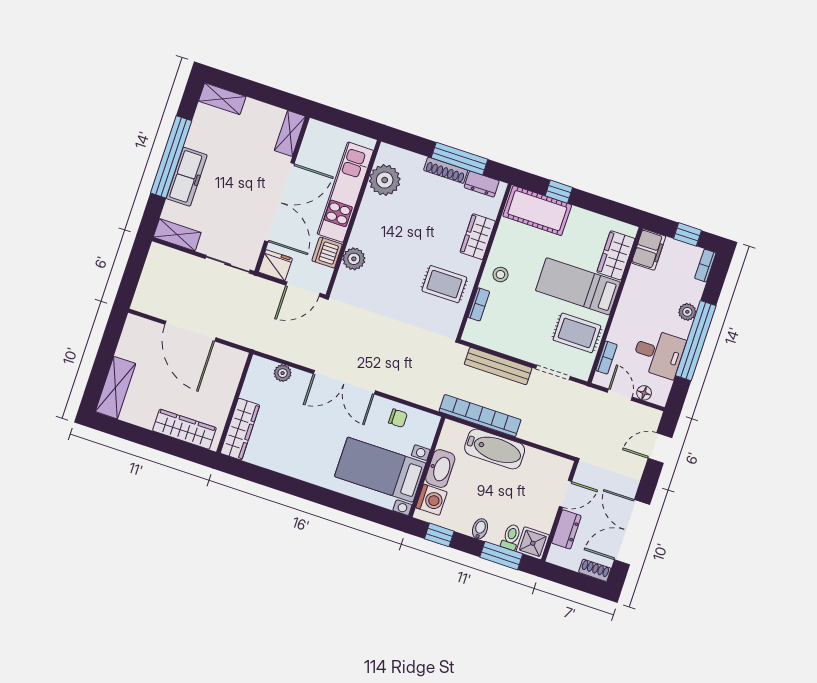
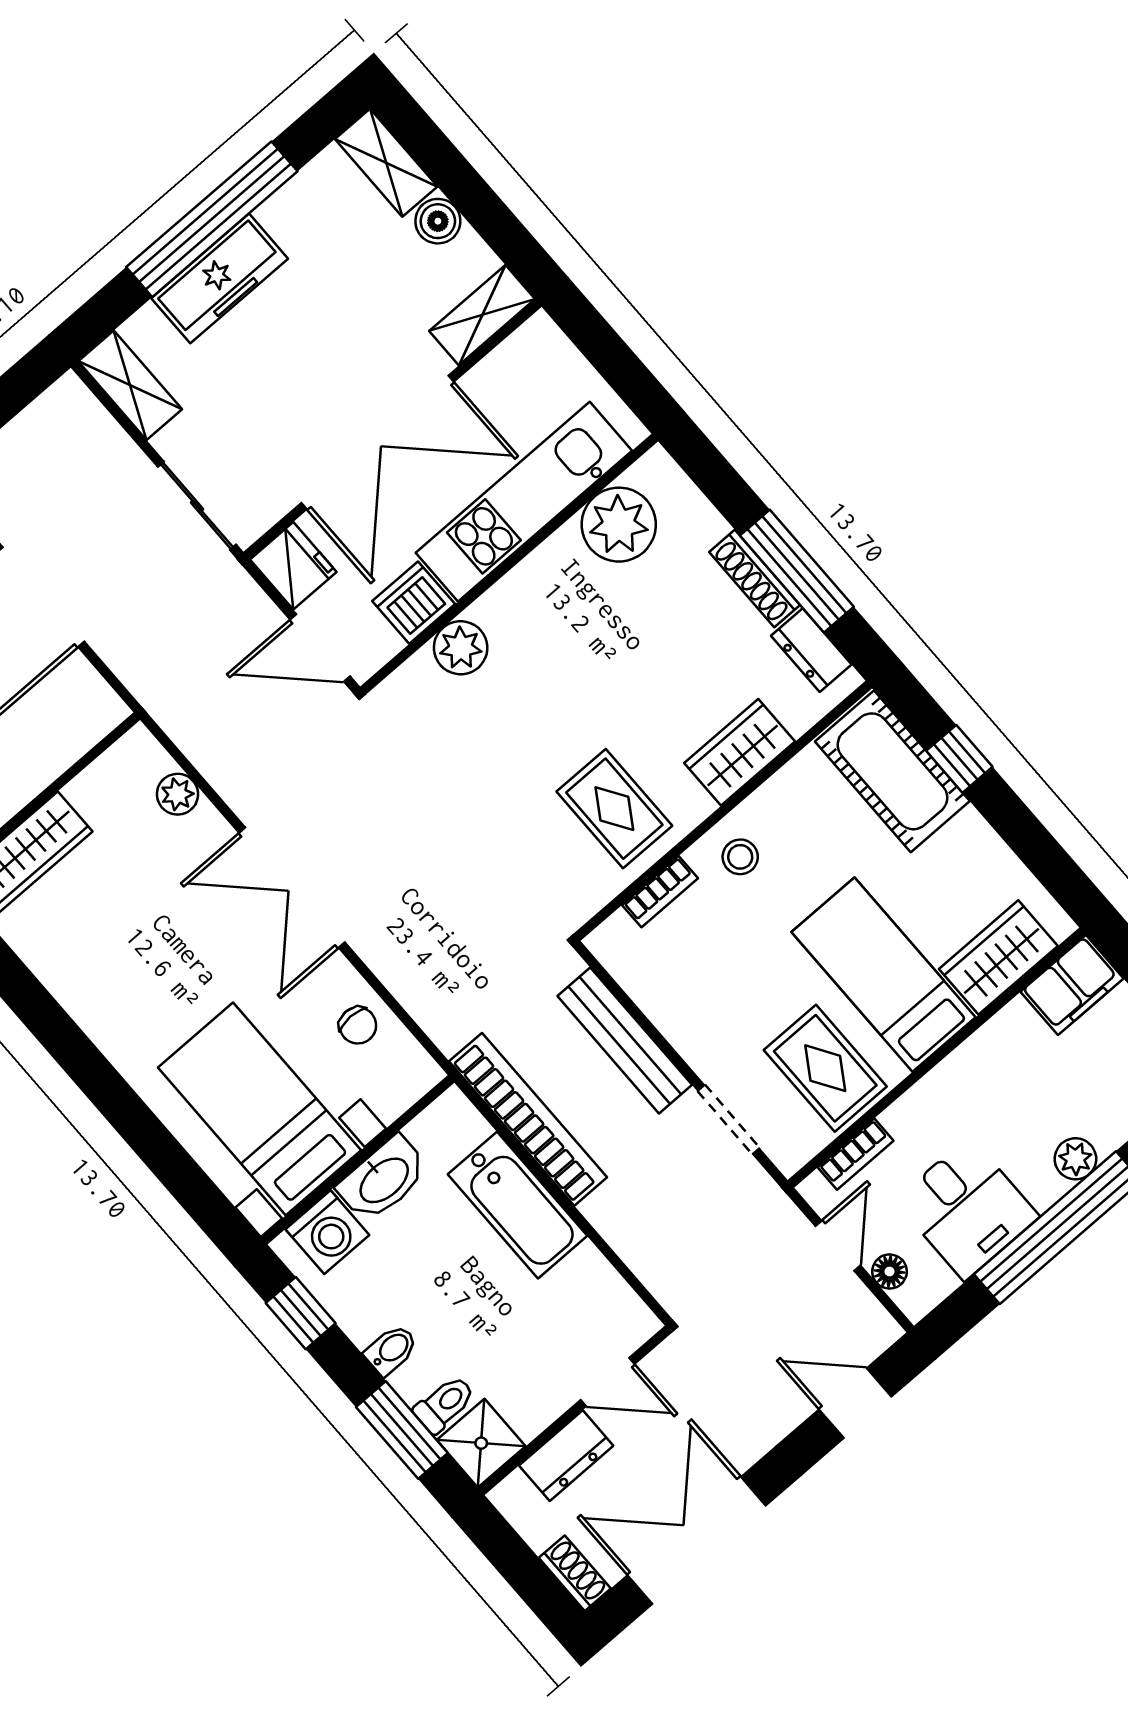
boiler: (254, 109) -> (438, 221), added

